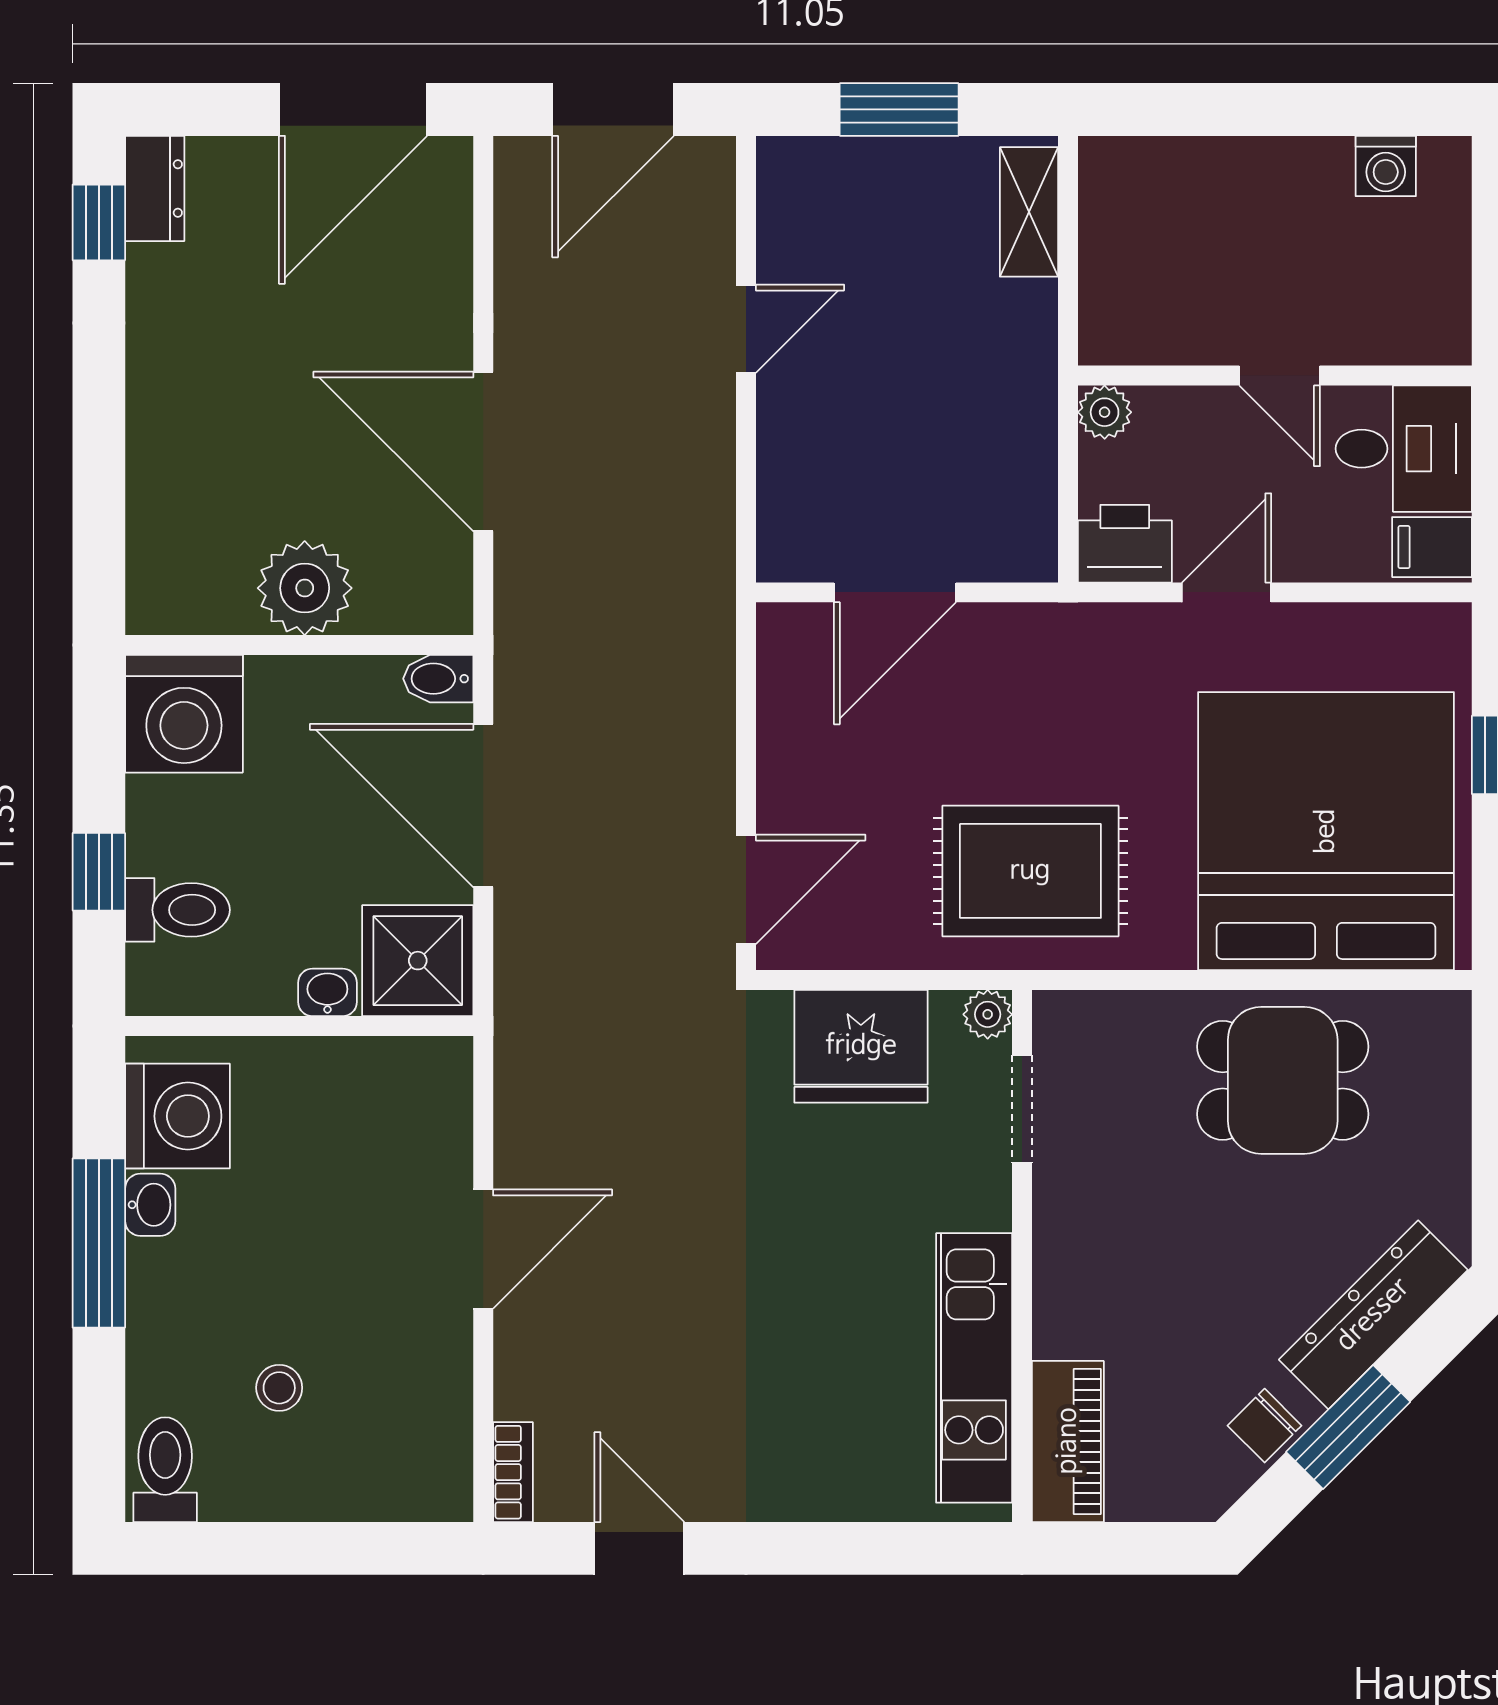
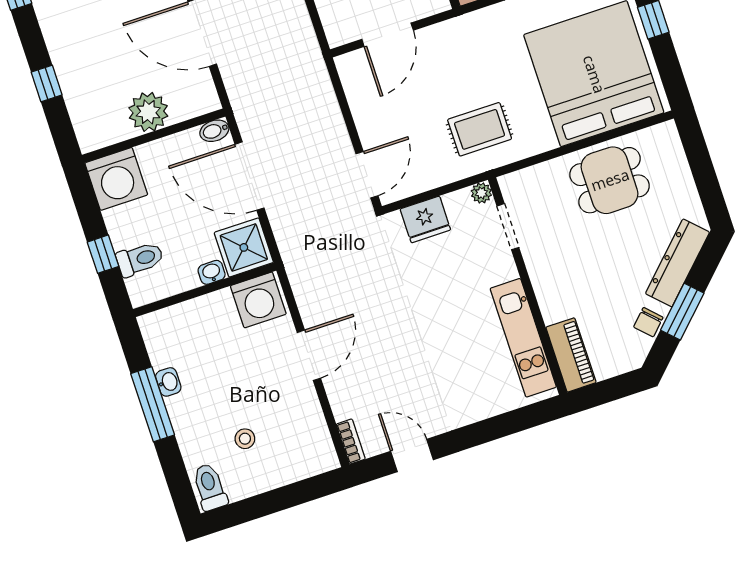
window: (99, 450) -> (47, 84), added
rug: (1030, 871) -> (480, 129), width x0.73, depth x0.70
fridge: (861, 1046) -> (425, 219), width x0.73, depth x0.75
washing machine: (177, 1116) -> (258, 300), moved, turned 90

